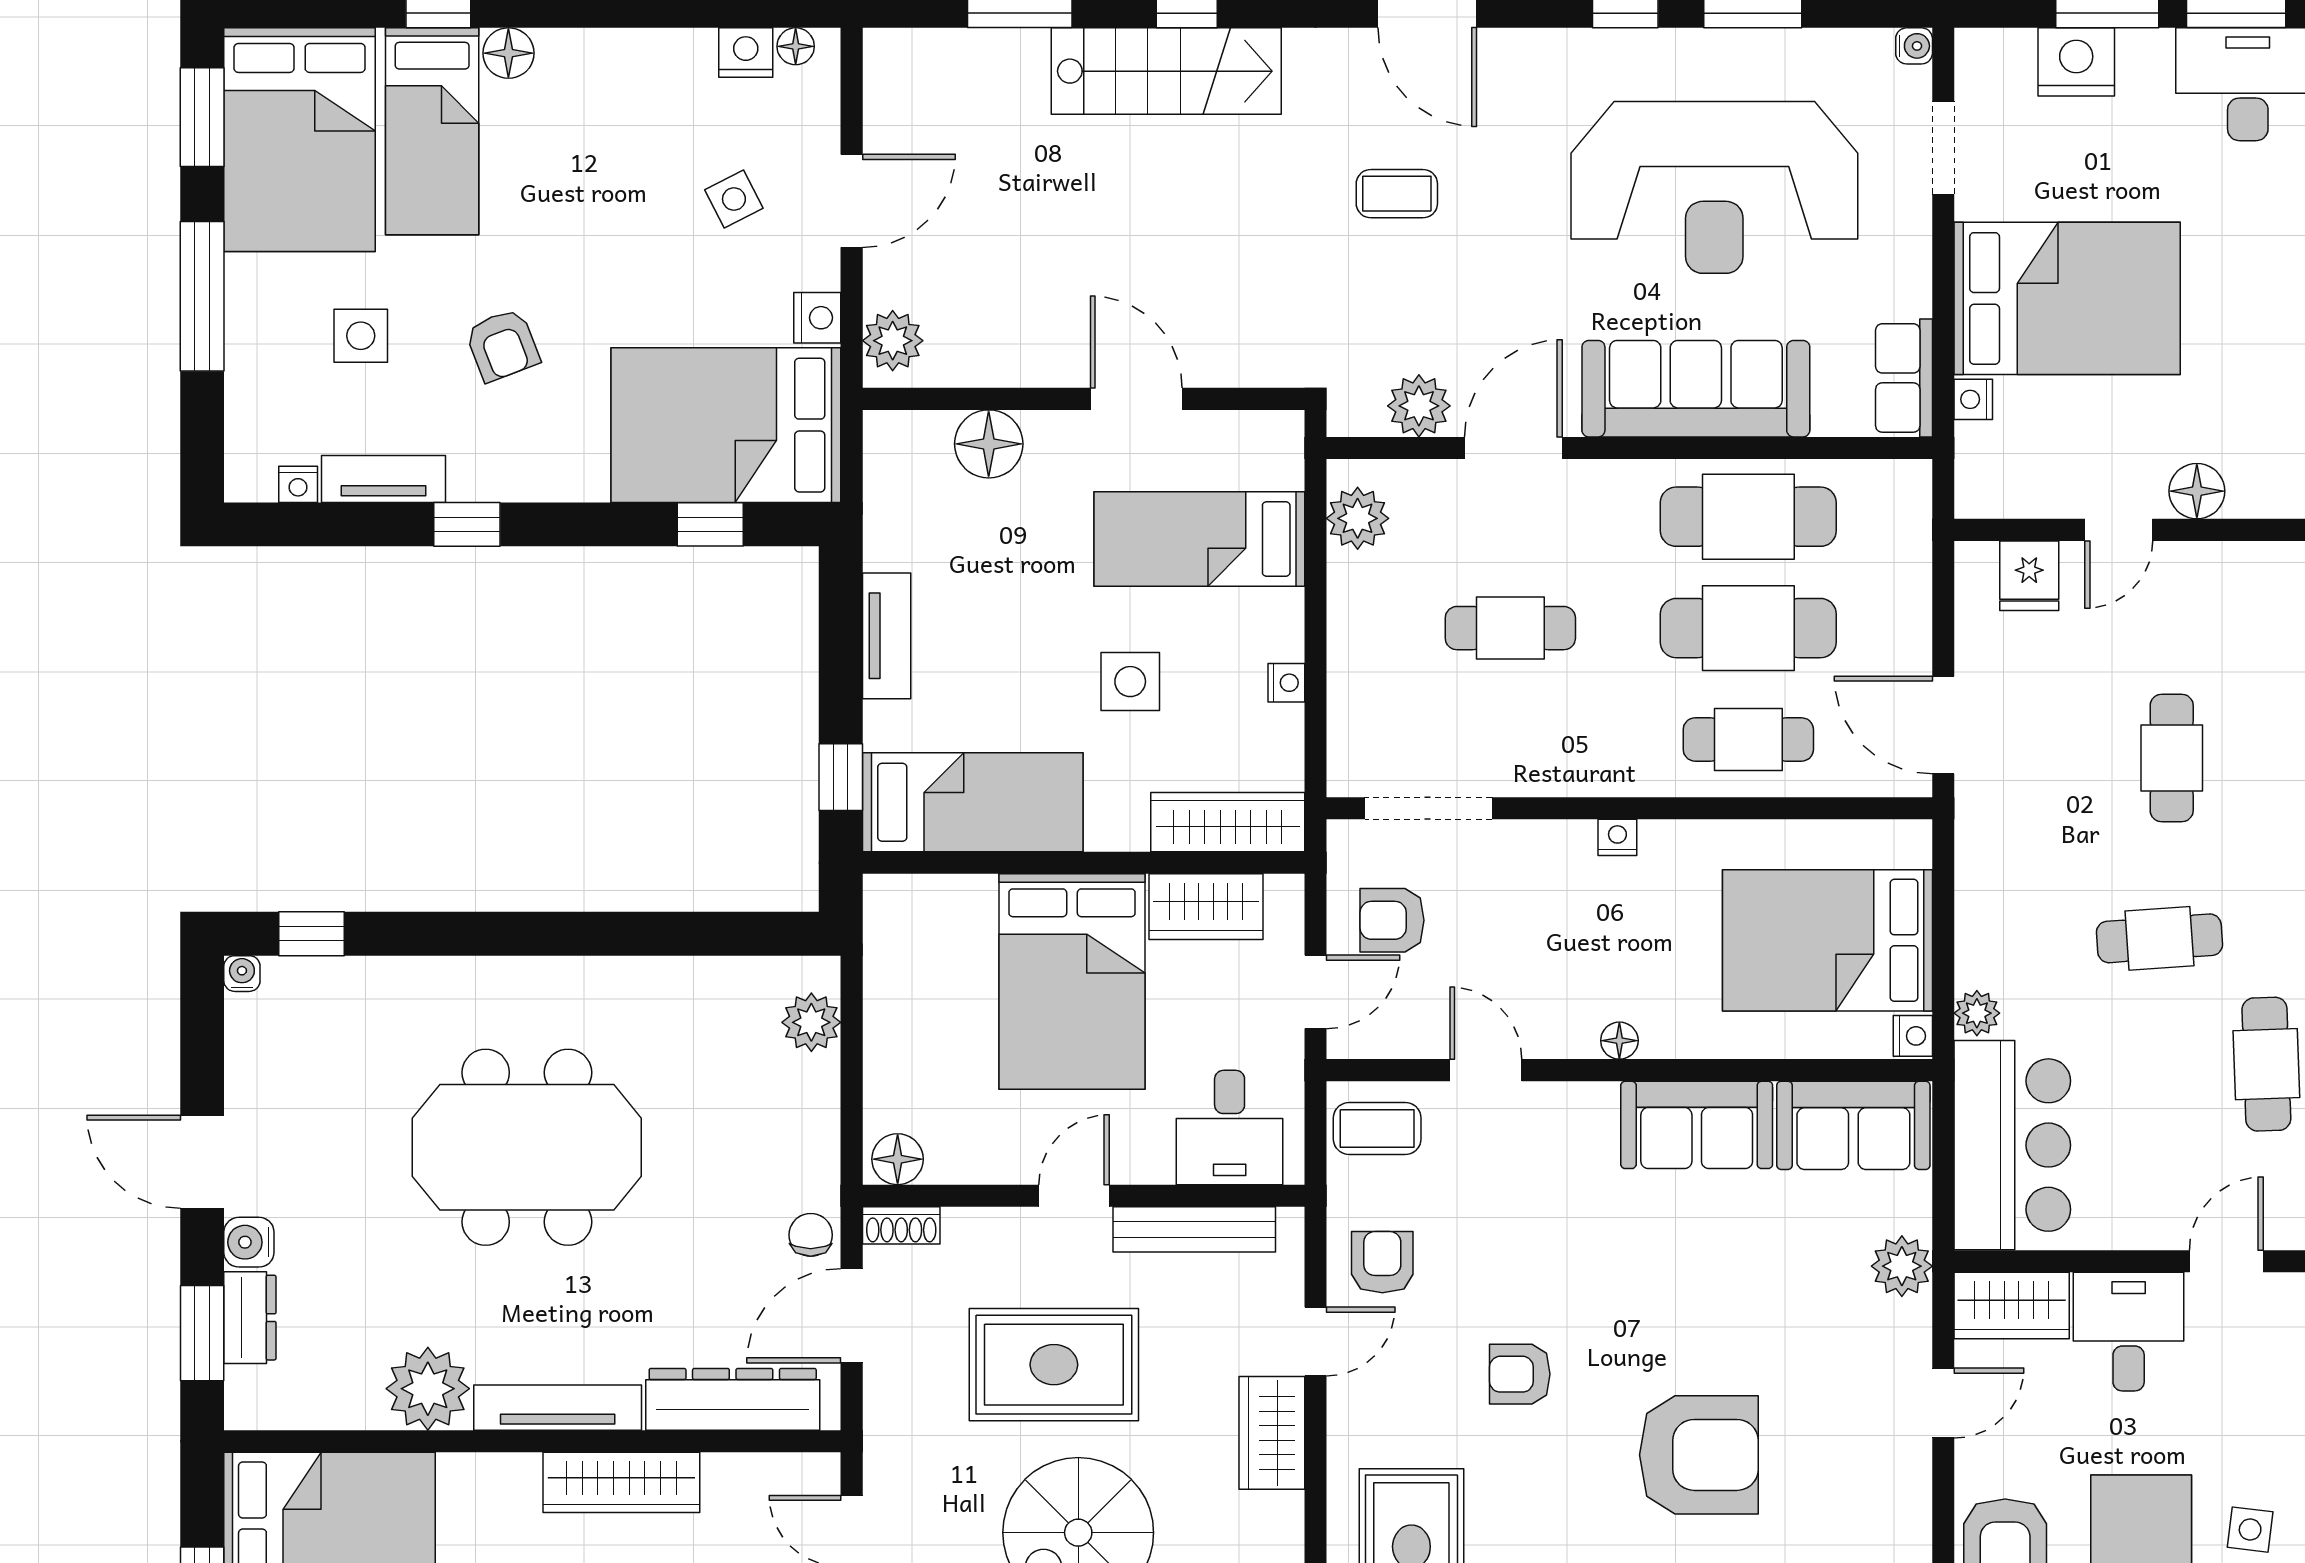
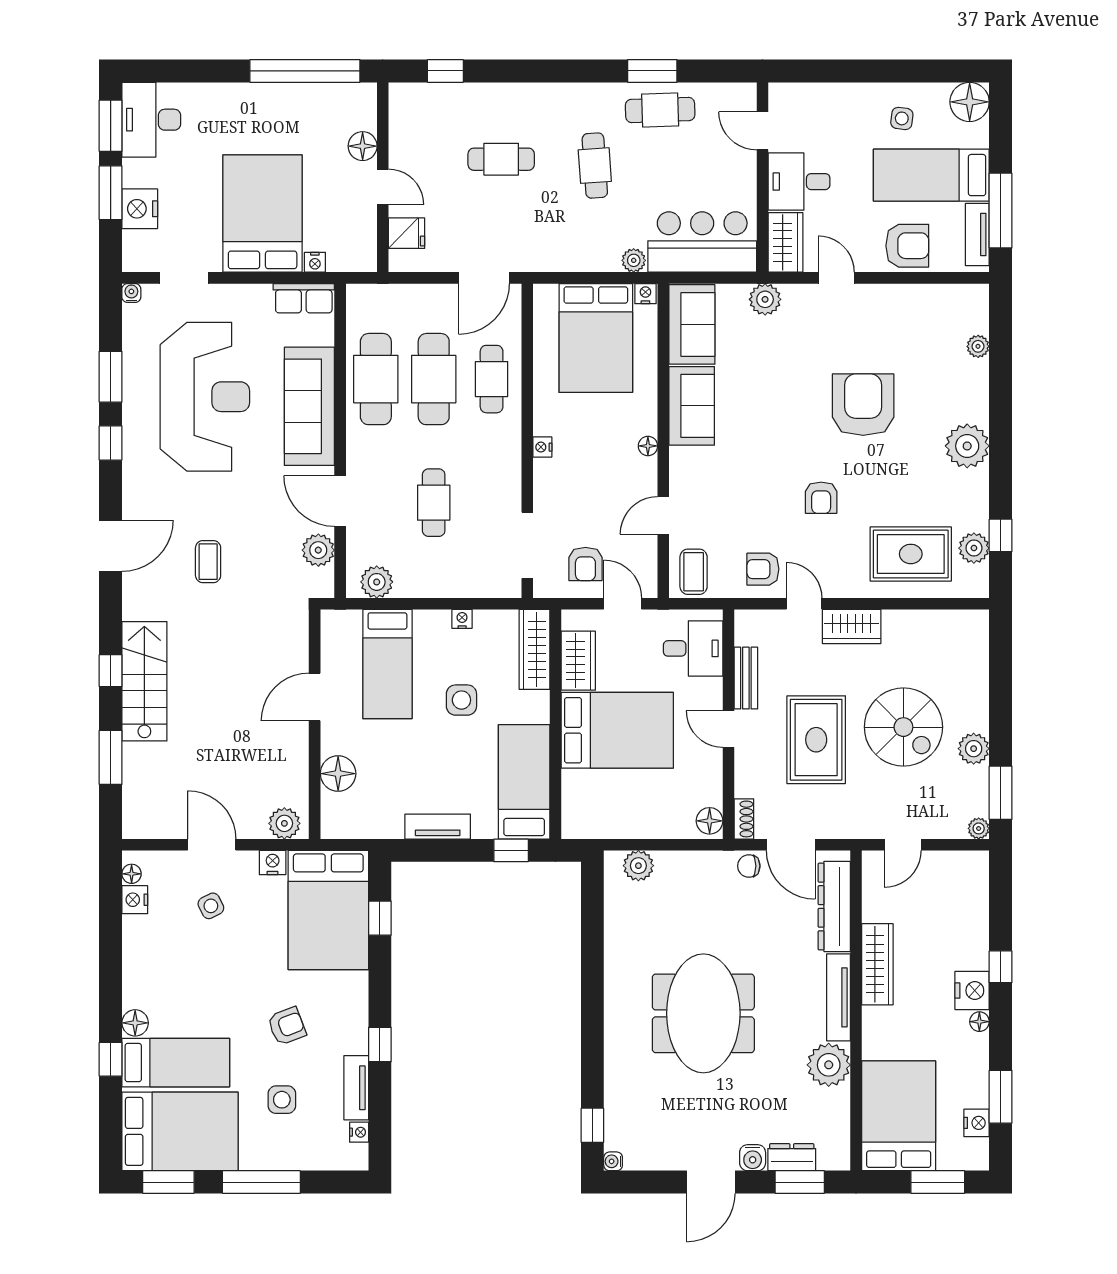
bench: (1194, 1229) -> (746, 678), width x0.73

